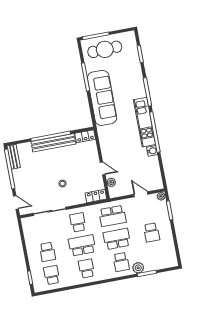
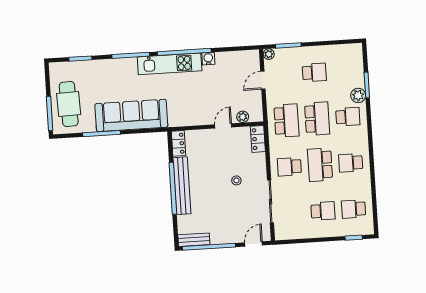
school desk: (117, 239) -> (317, 119), turned 180

